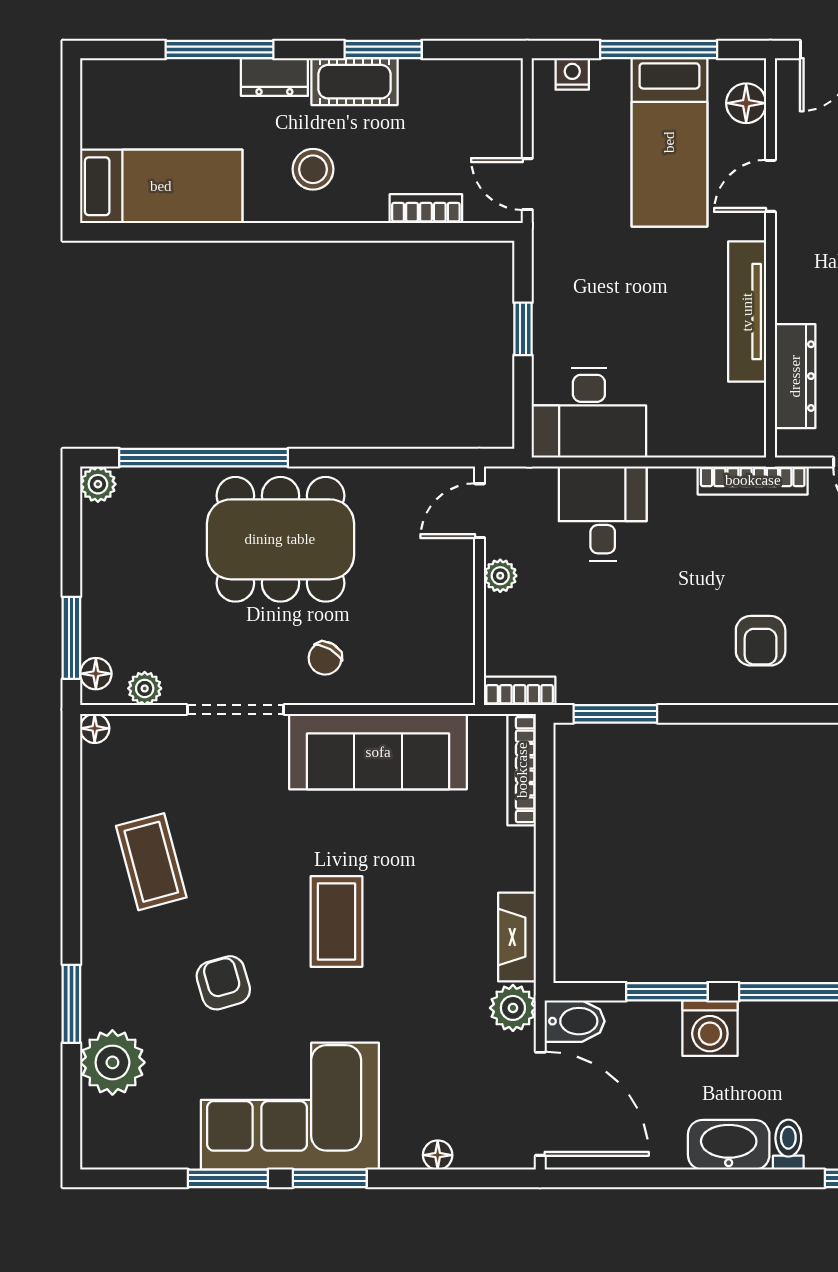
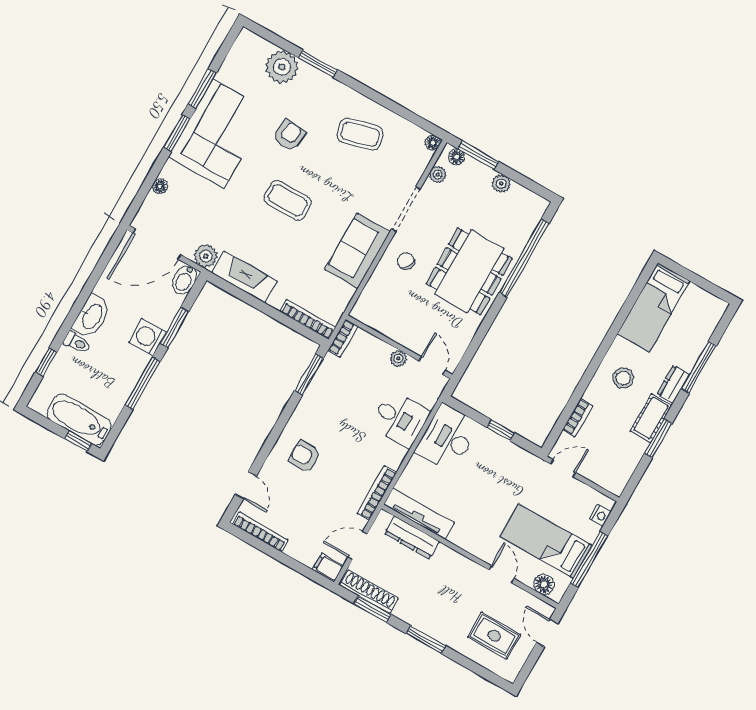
tv unit: (747, 312) -> (419, 514), moved
plant: (98, 484) -> (501, 184), moved
sofa: (378, 752) -> (358, 251), width x0.73
fireplace: (517, 937) -> (244, 277), width x1.37, depth x1.32
armchair: (223, 983) -> (289, 135), turned -69

